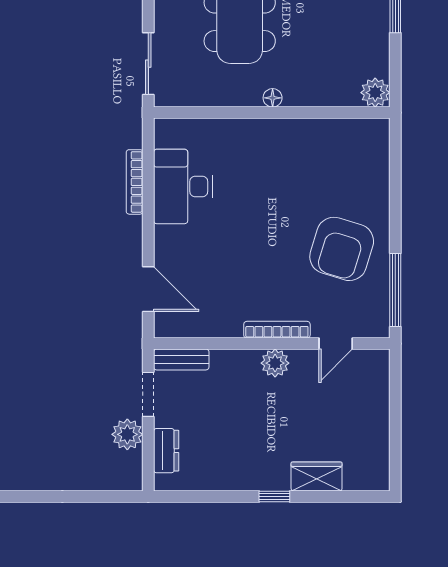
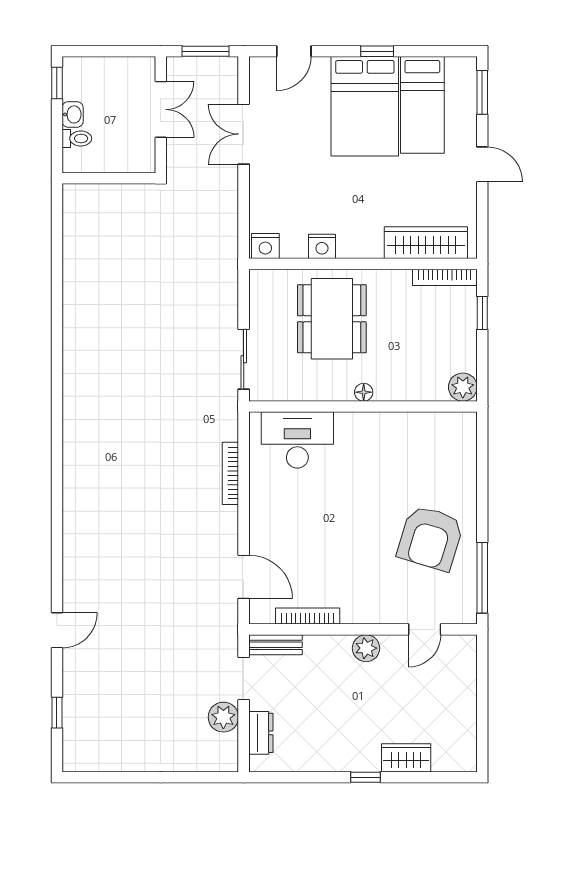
desk: (183, 186) -> (297, 440), moved, turned 90
bookcase: (277, 330) -> (308, 616), moved

